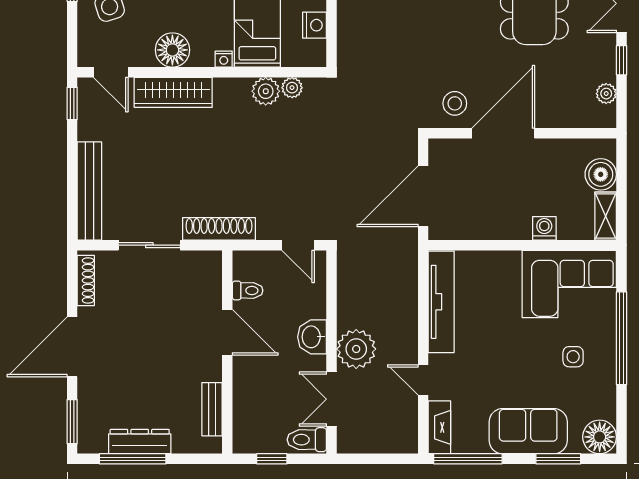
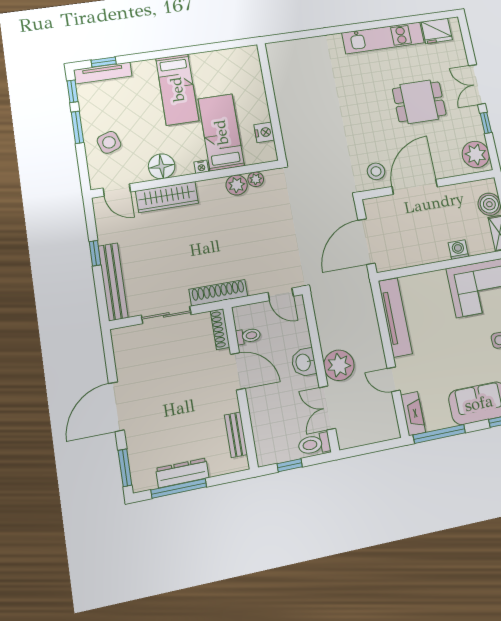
plant: (606, 94) -> (476, 154), width x1.87, depth x1.87
window: (72, 103) -> (95, 253), moved
shoe rack: (86, 280) -> (220, 329), moved, turned 180

